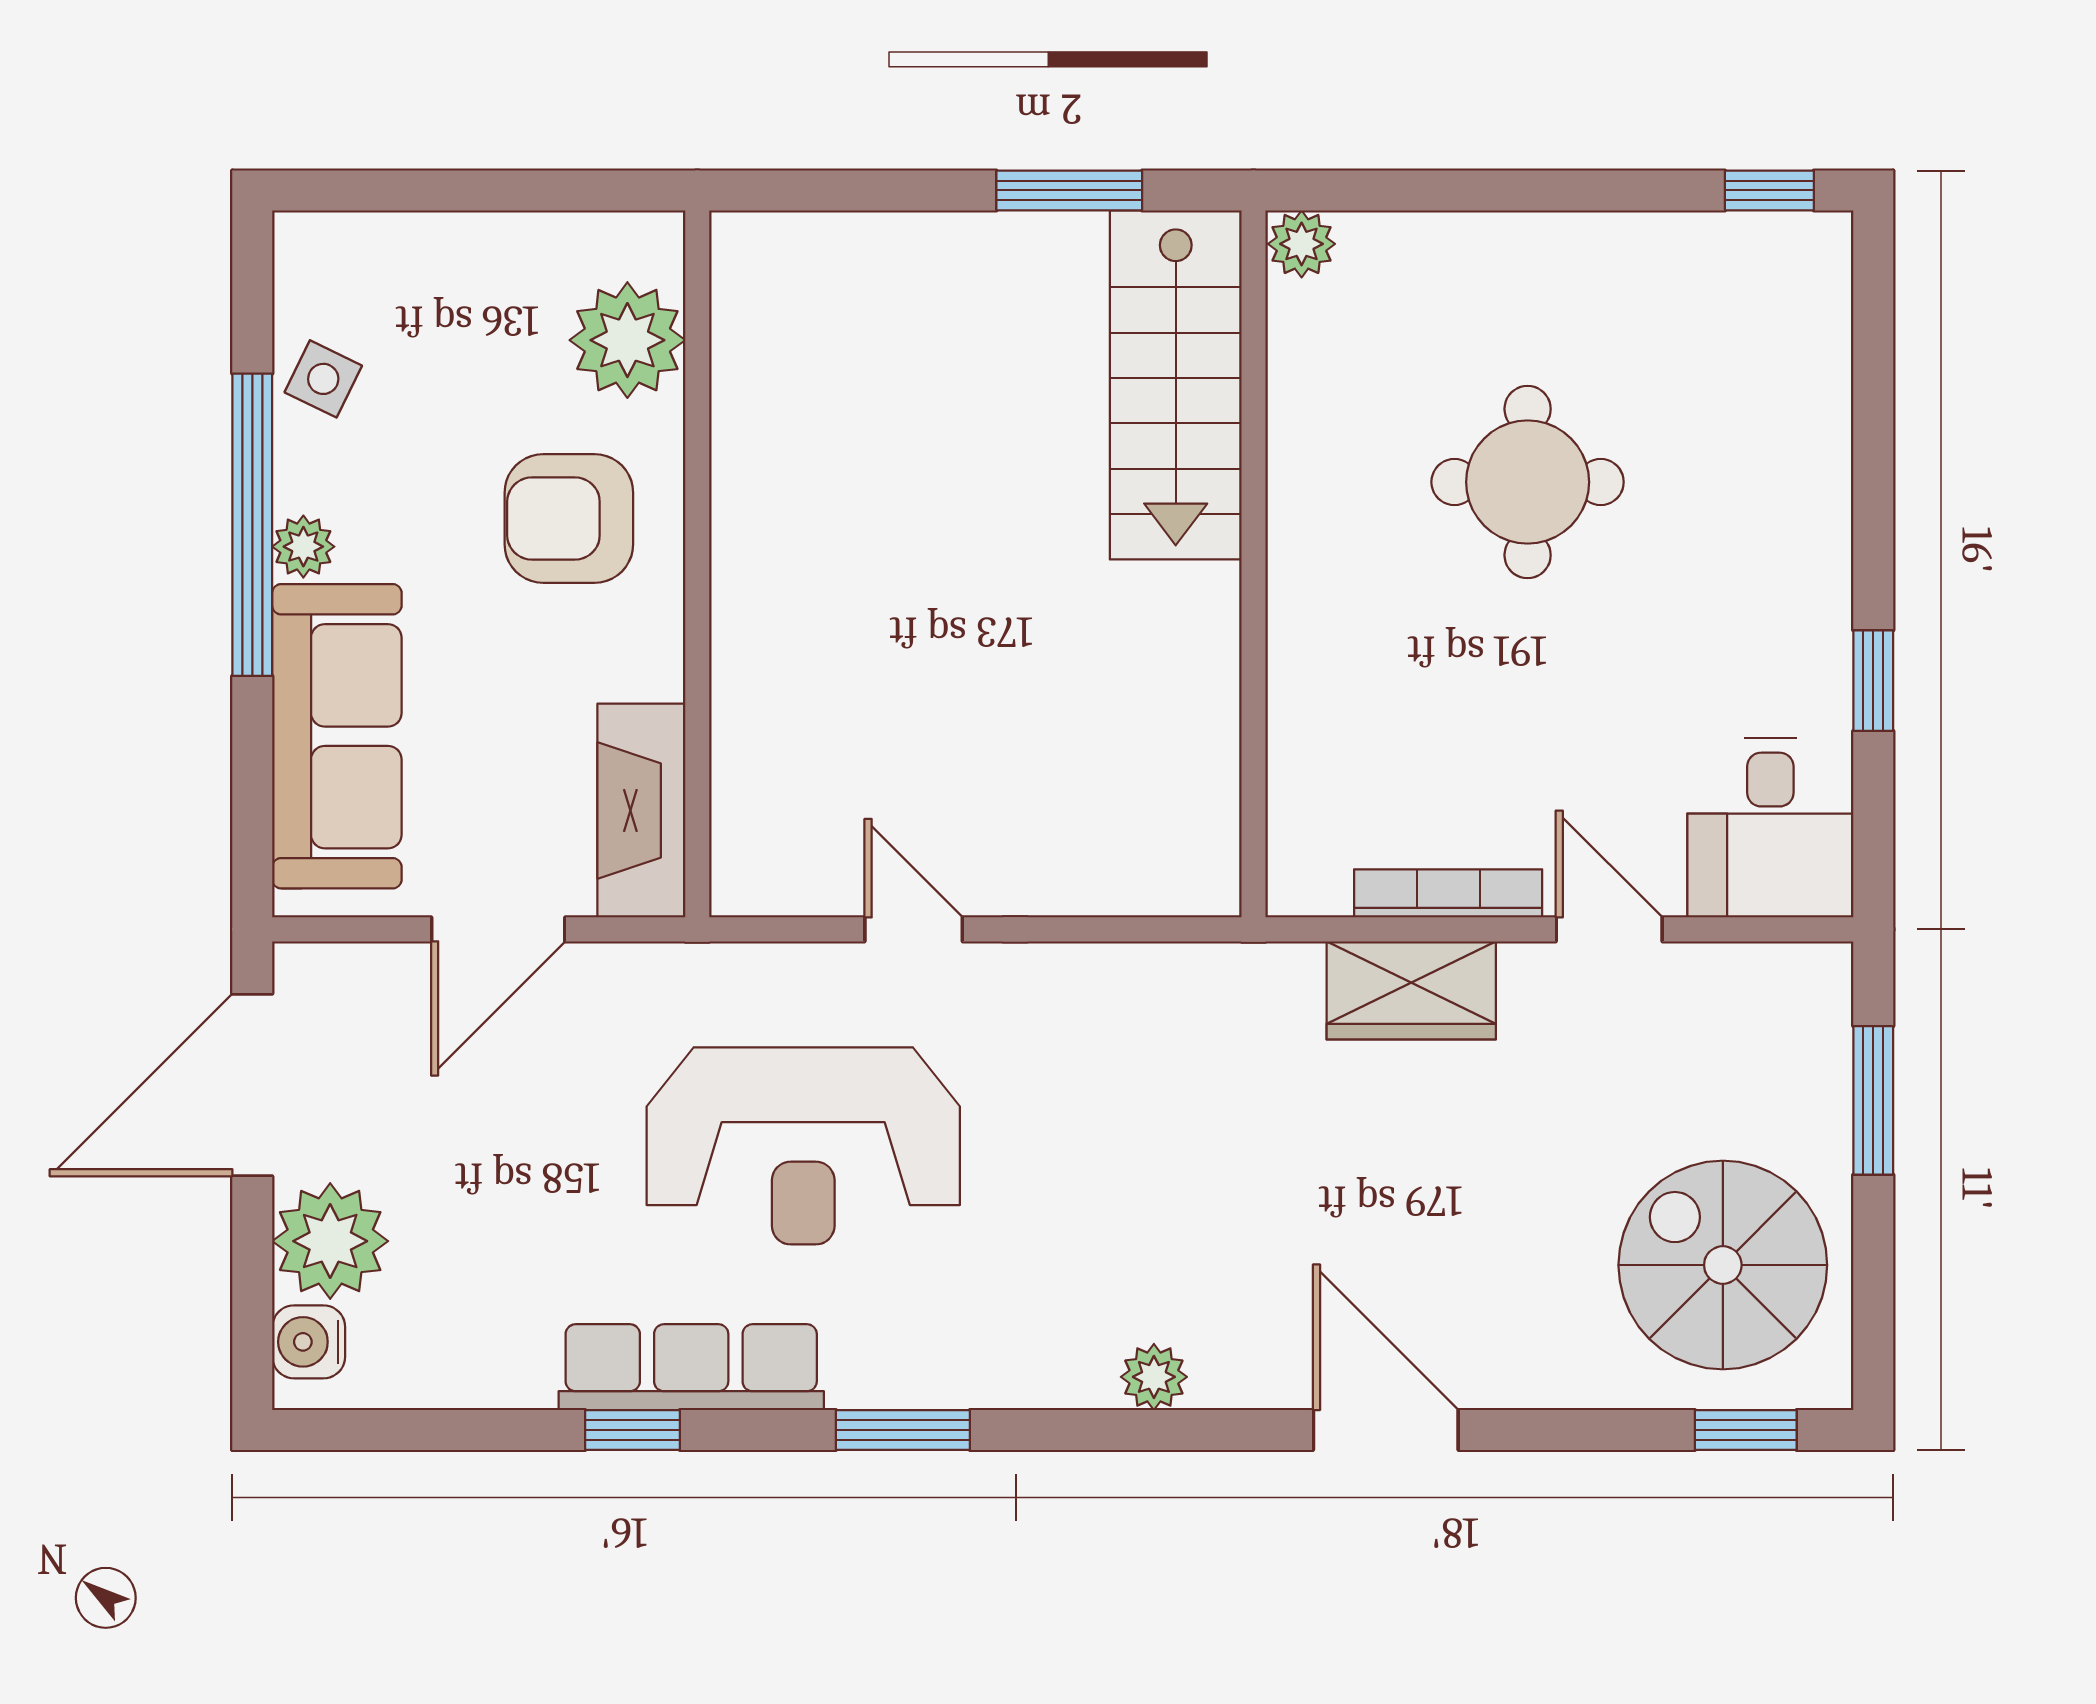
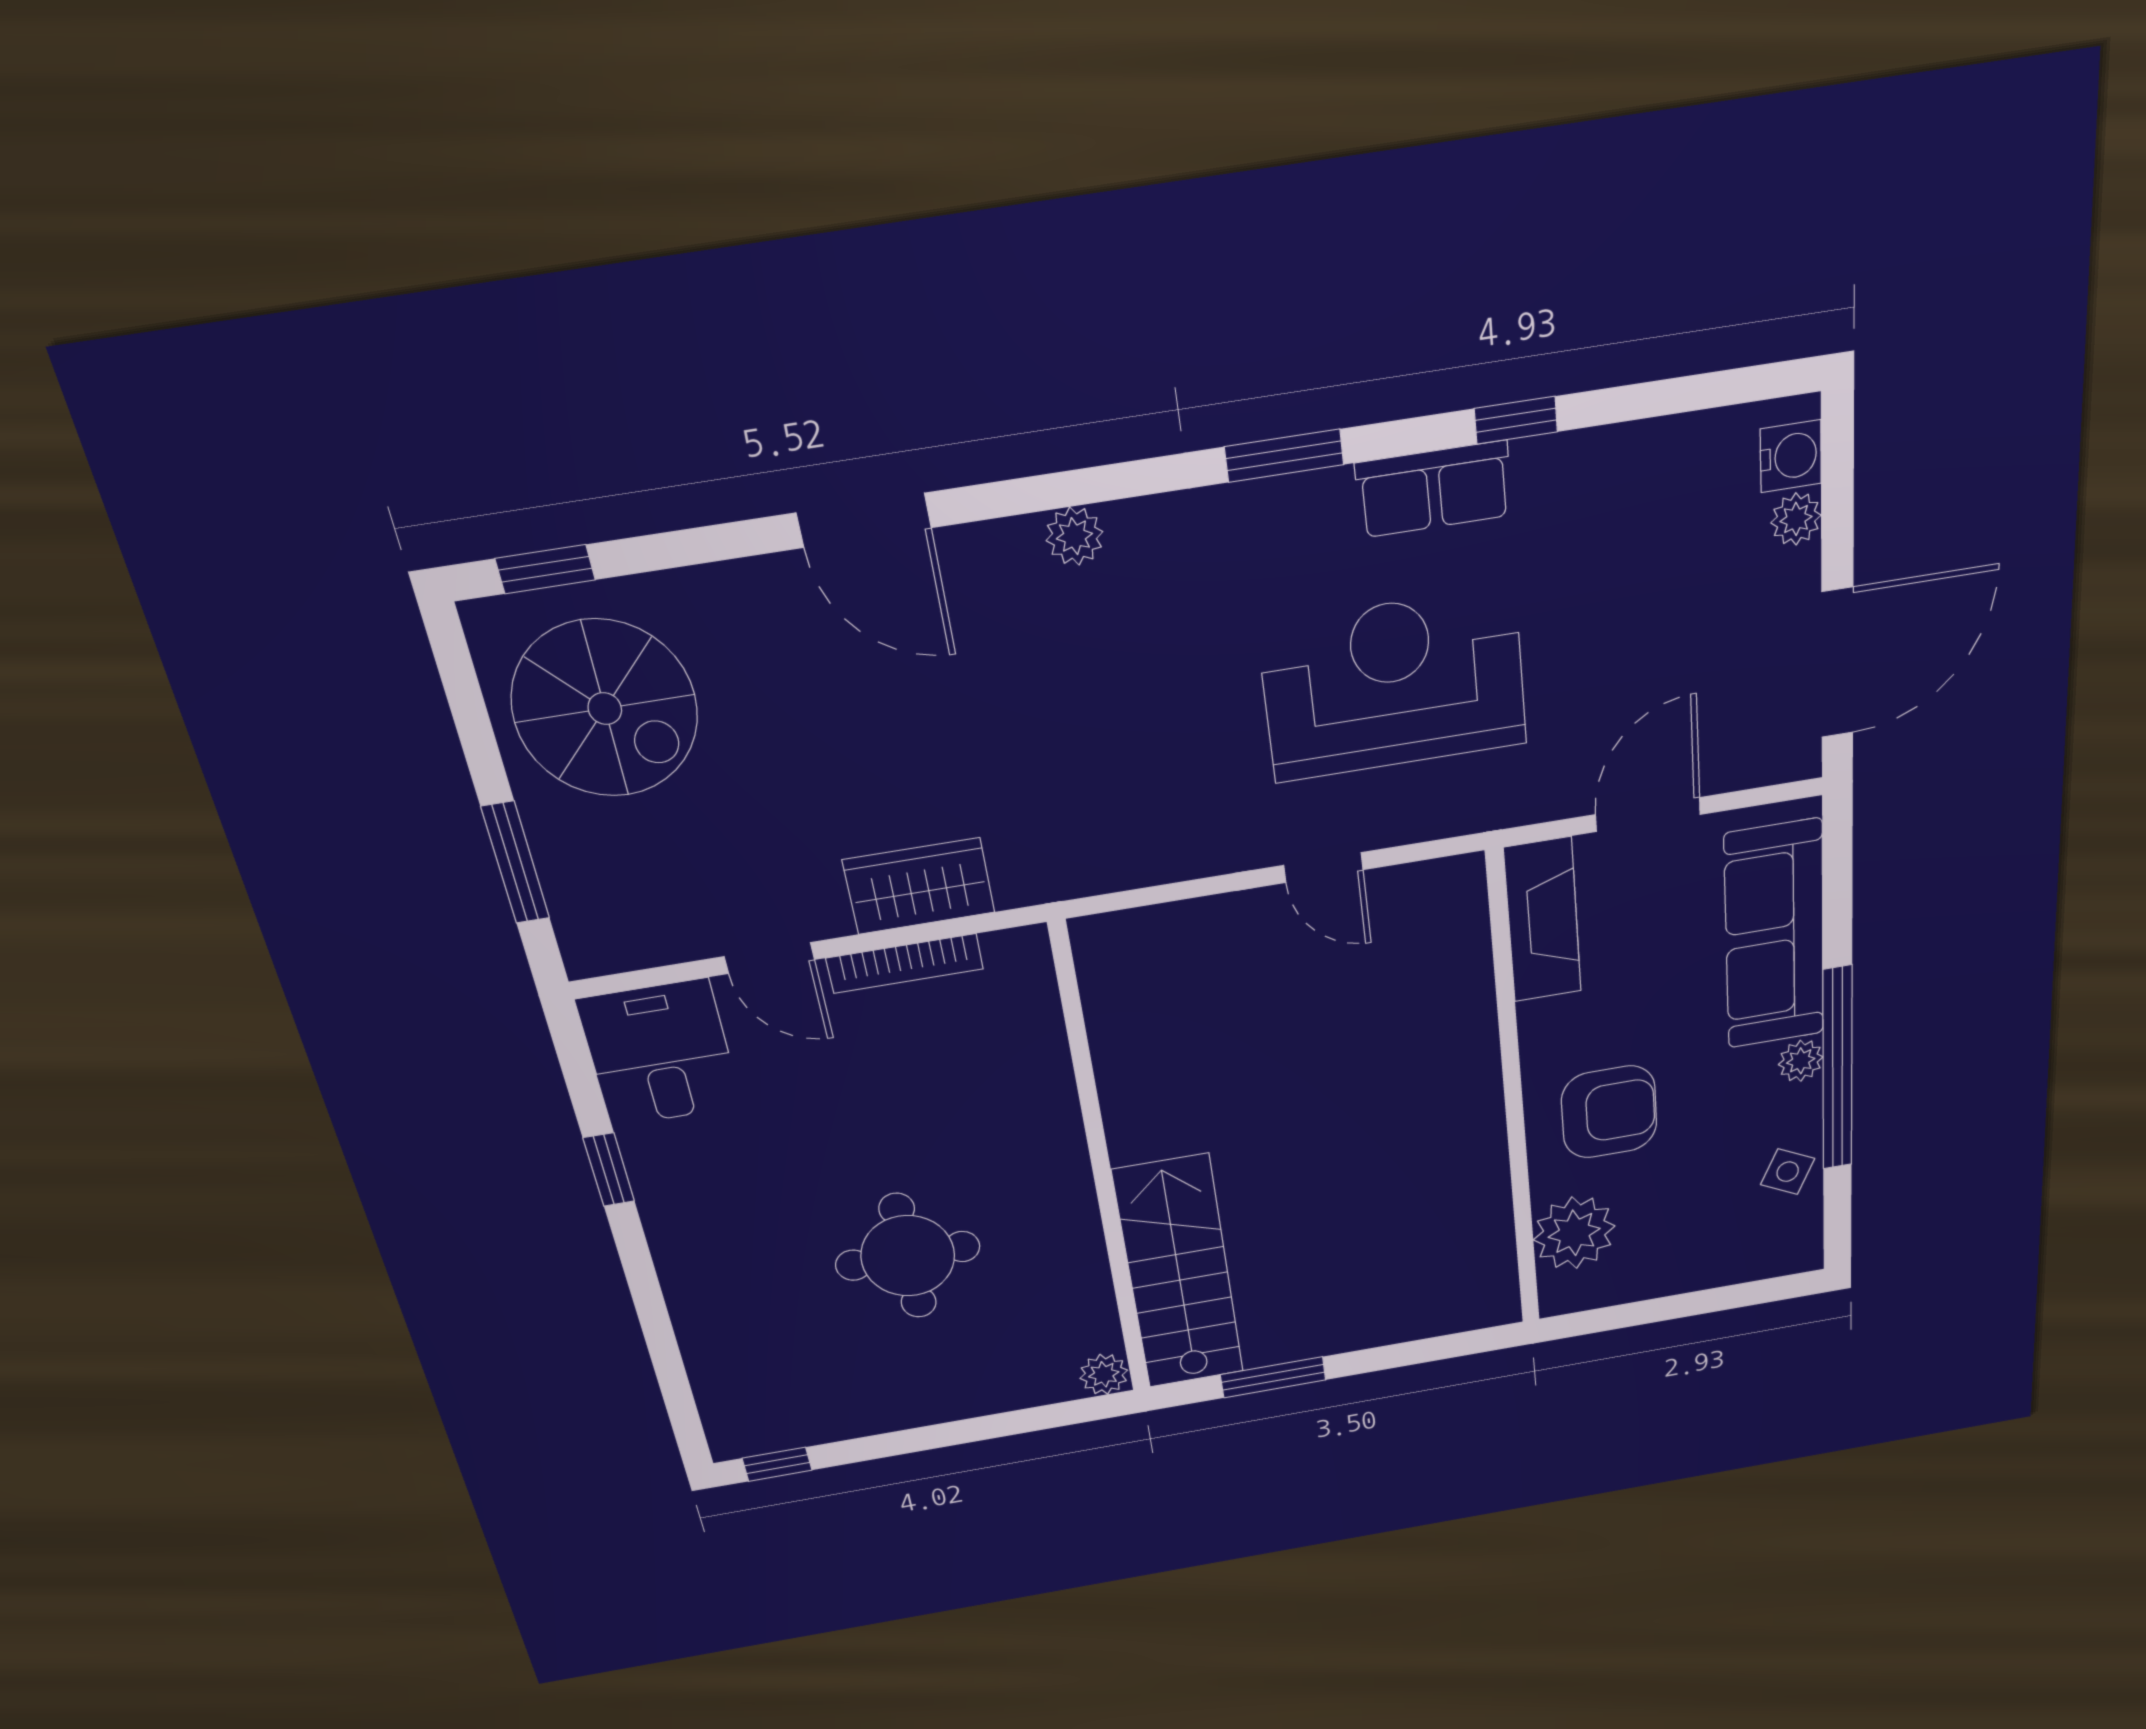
plant: (330, 1241) -> (1796, 519), width x0.53, depth x0.53
row of seats: (691, 1367) -> (1434, 489), width x0.68

